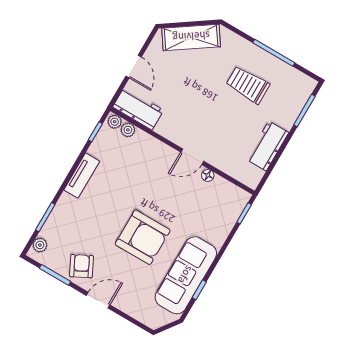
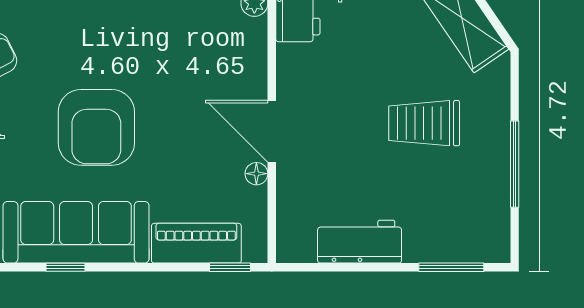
trolley: (248, 85) -> (424, 123), moved, turned -90
door: (192, 157) -> (272, 131), width x1.38
piano: (224, 222) -> (196, 243), added

